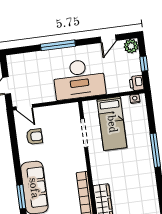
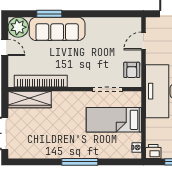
door: (24, 107) -> (143, 41), moved
armchair: (34, 137) -> (132, 70), moved

